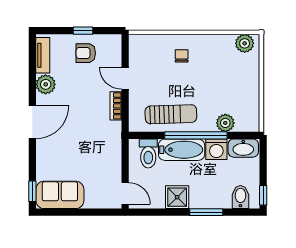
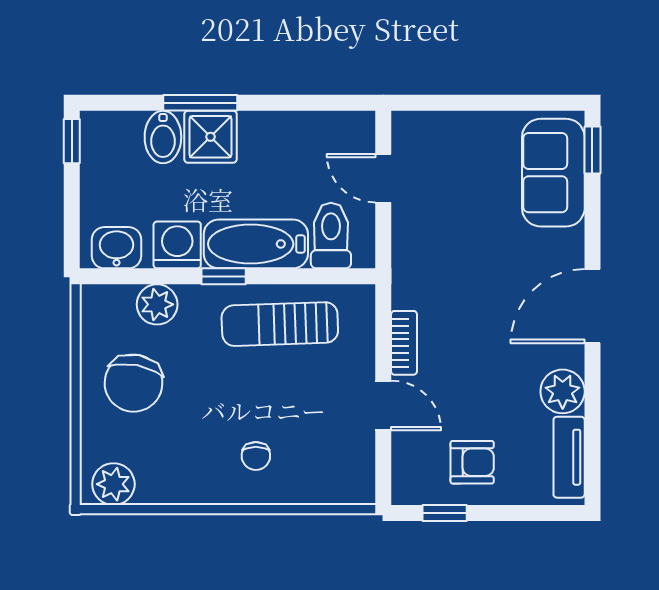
window: (83, 31) -> (445, 513), moved
chair: (236, 88) -> (133, 383), added
window: (196, 135) -> (224, 276), width x0.32
washbasin: (243, 148) -> (117, 248), width x0.72
door: (125, 193) -> (383, 178), moved
sofa: (60, 195) -> (553, 173), moved, turned 90
shower: (177, 197) -> (210, 137), moved
bidet: (240, 197) -> (163, 137), moved

